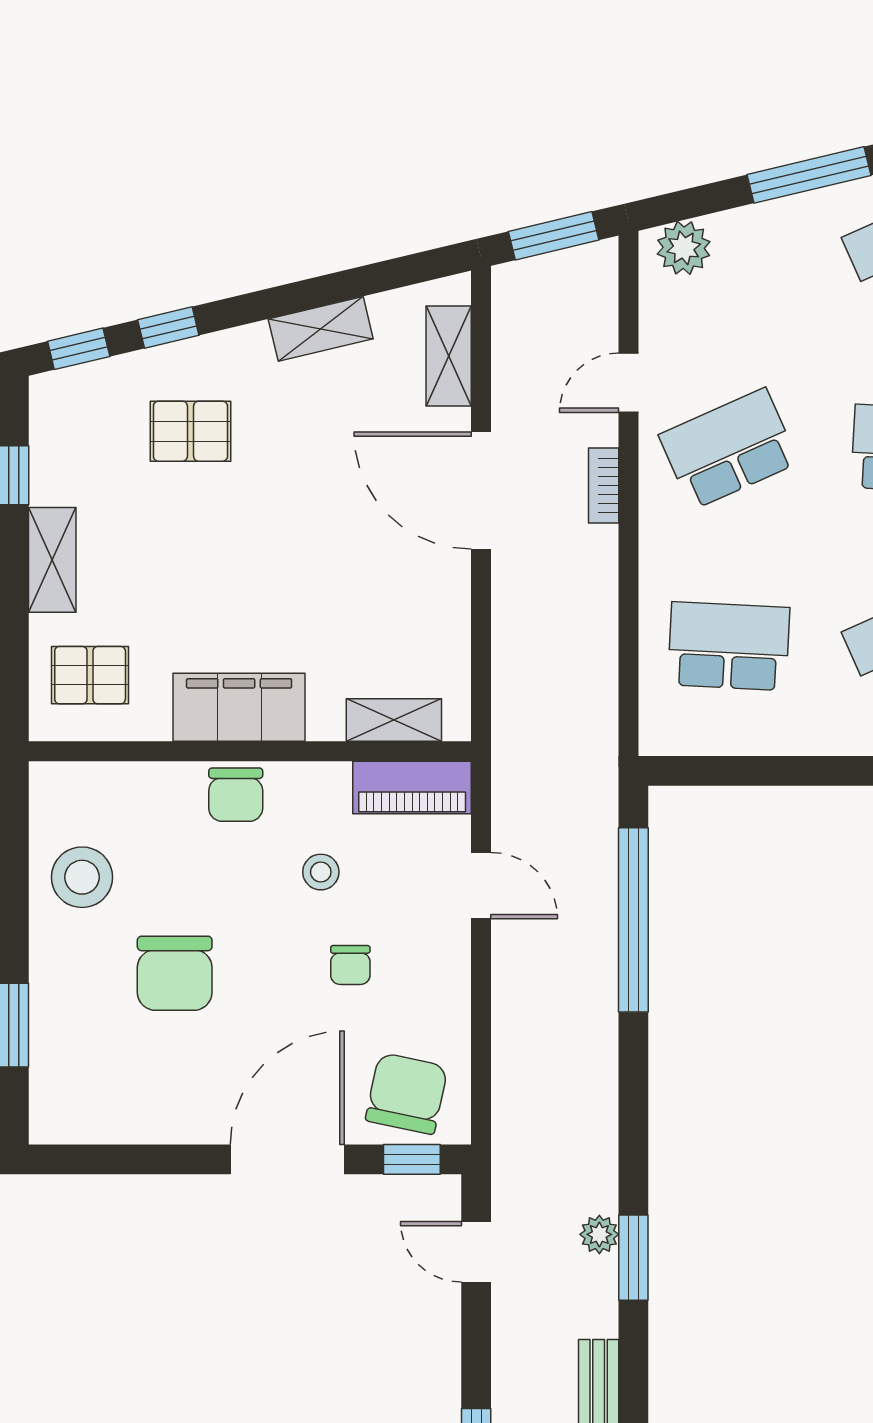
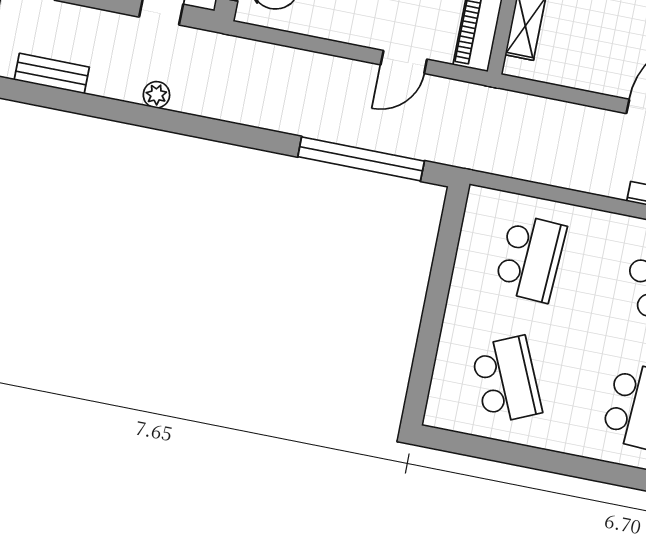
window: (633, 1258) -> (137, 114), removed

